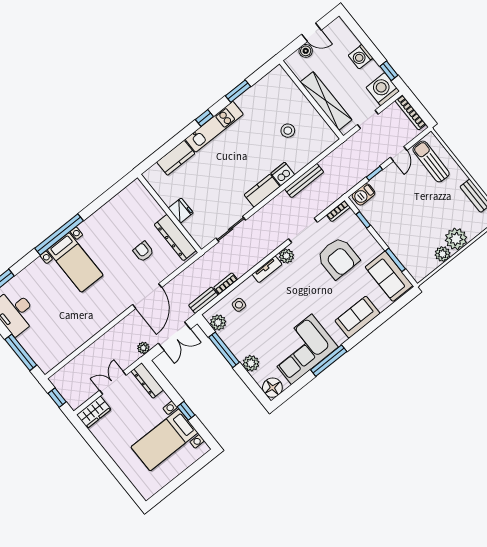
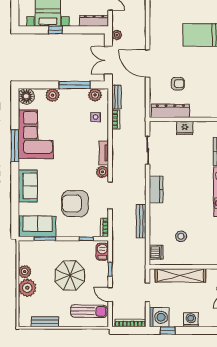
dishwasher: (283, 174) -> (156, 252), moved
parasol: (411, 207) -> (70, 275), added

